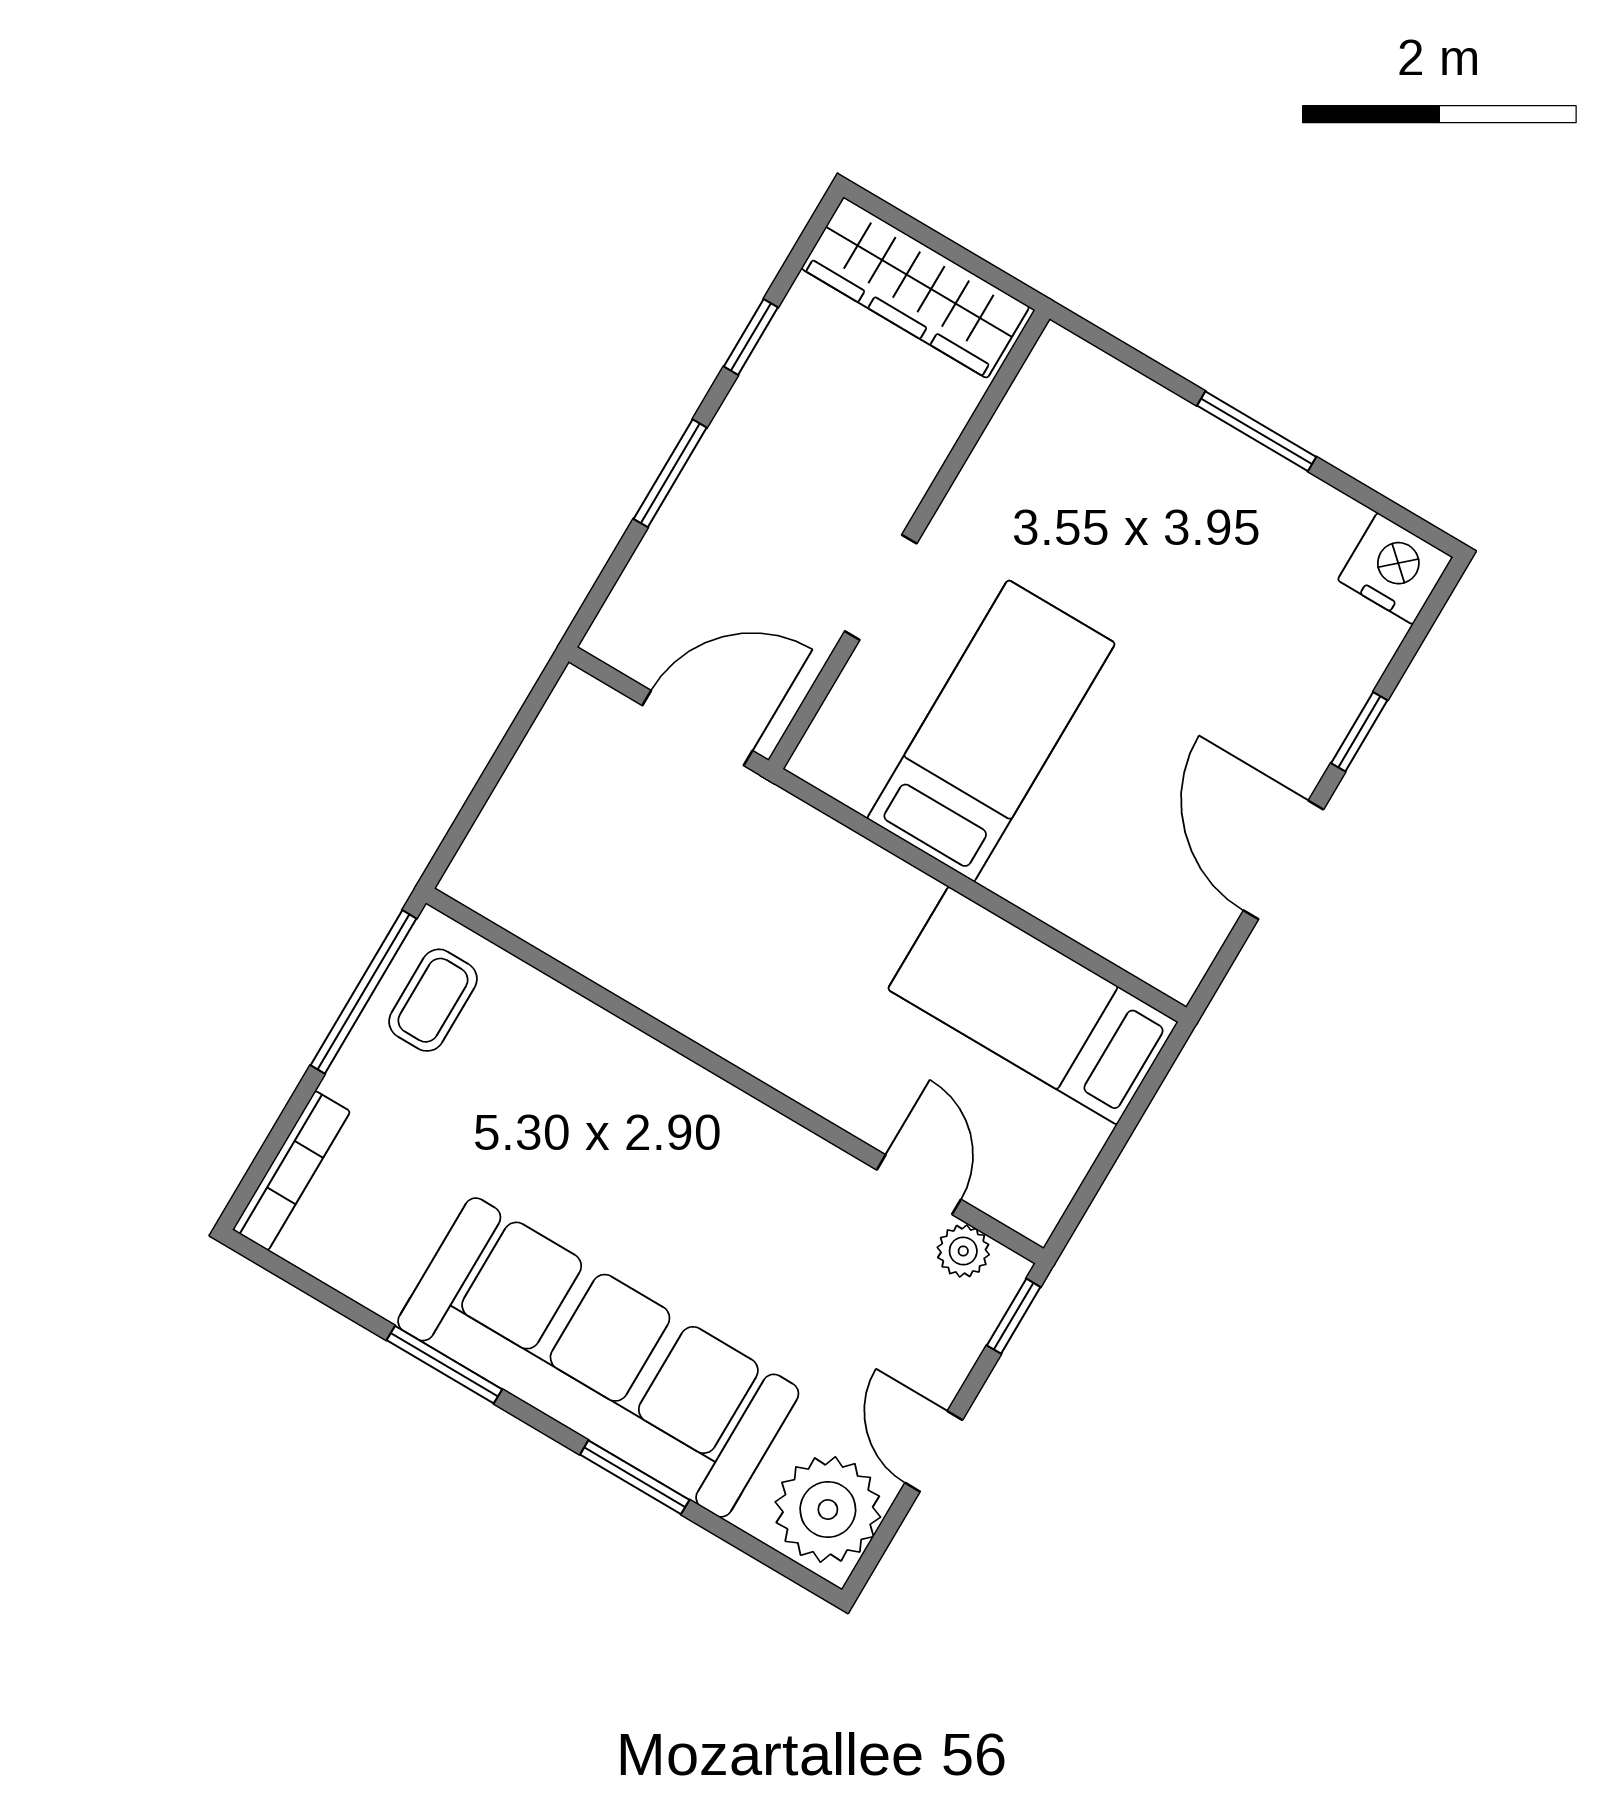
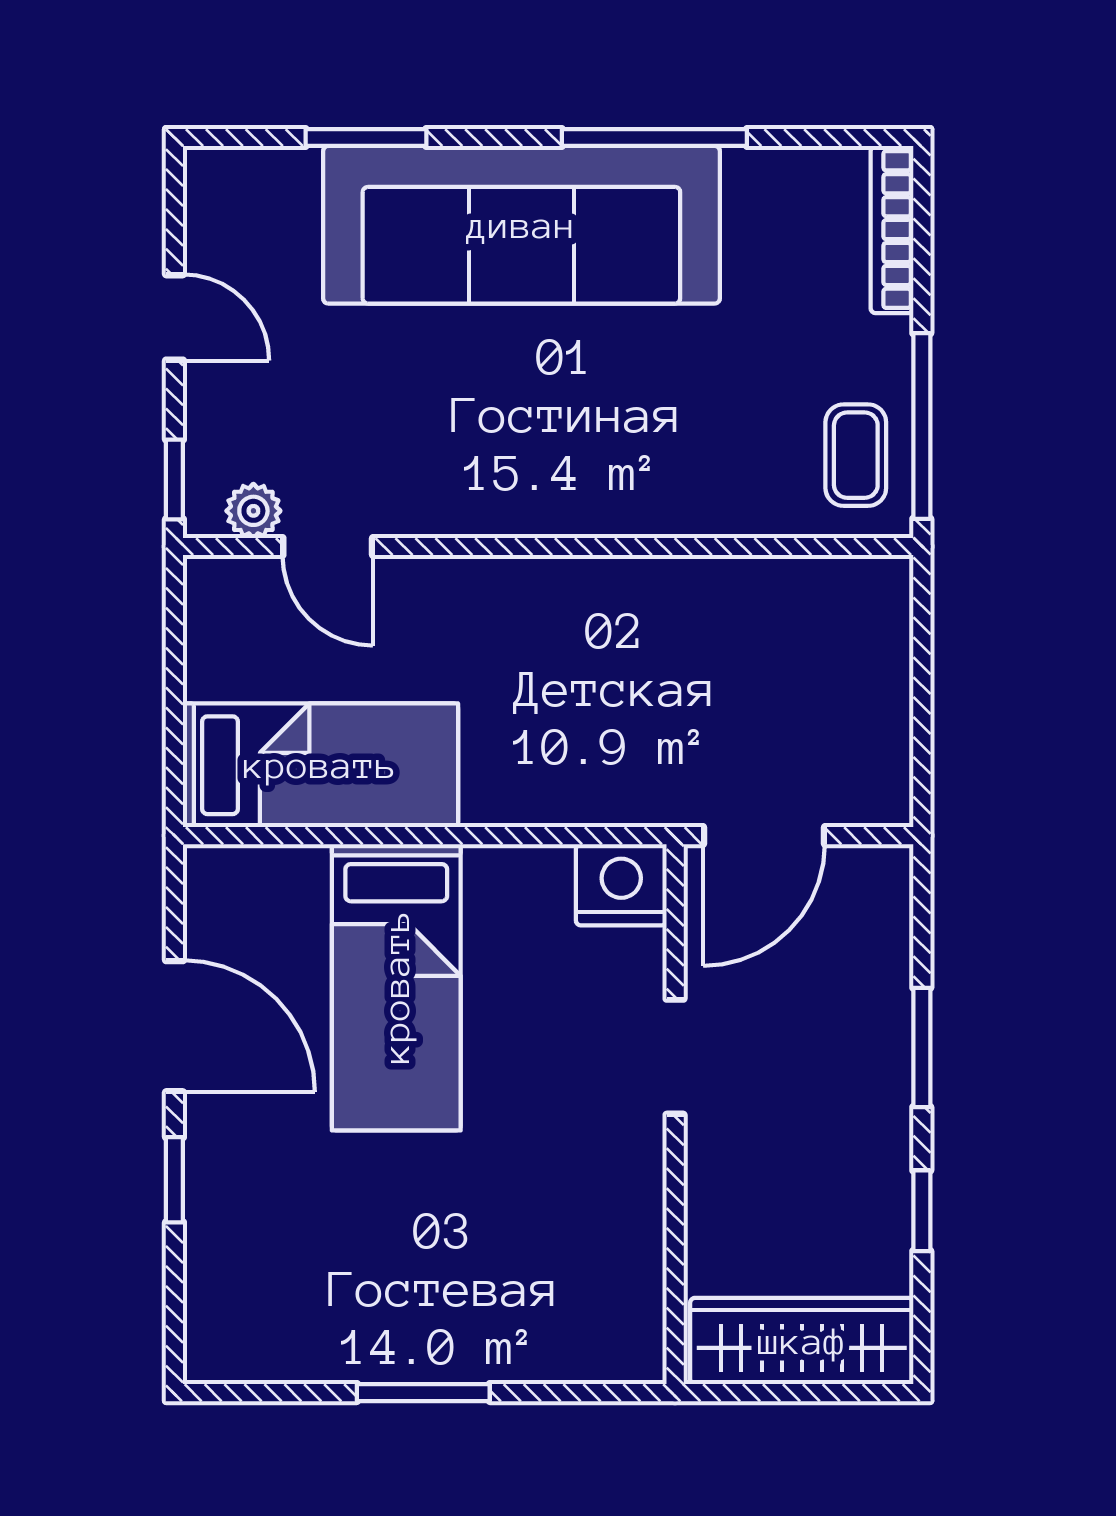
nightstand: (1395, 569) -> (621, 885), moved, turned 180
bed: (991, 731) -> (396, 987), moved
window: (444, 1365) -> (654, 138), width x1.44
window: (635, 1477) -> (366, 138), moved
plant: (828, 1509) -> (238, 210), removed

